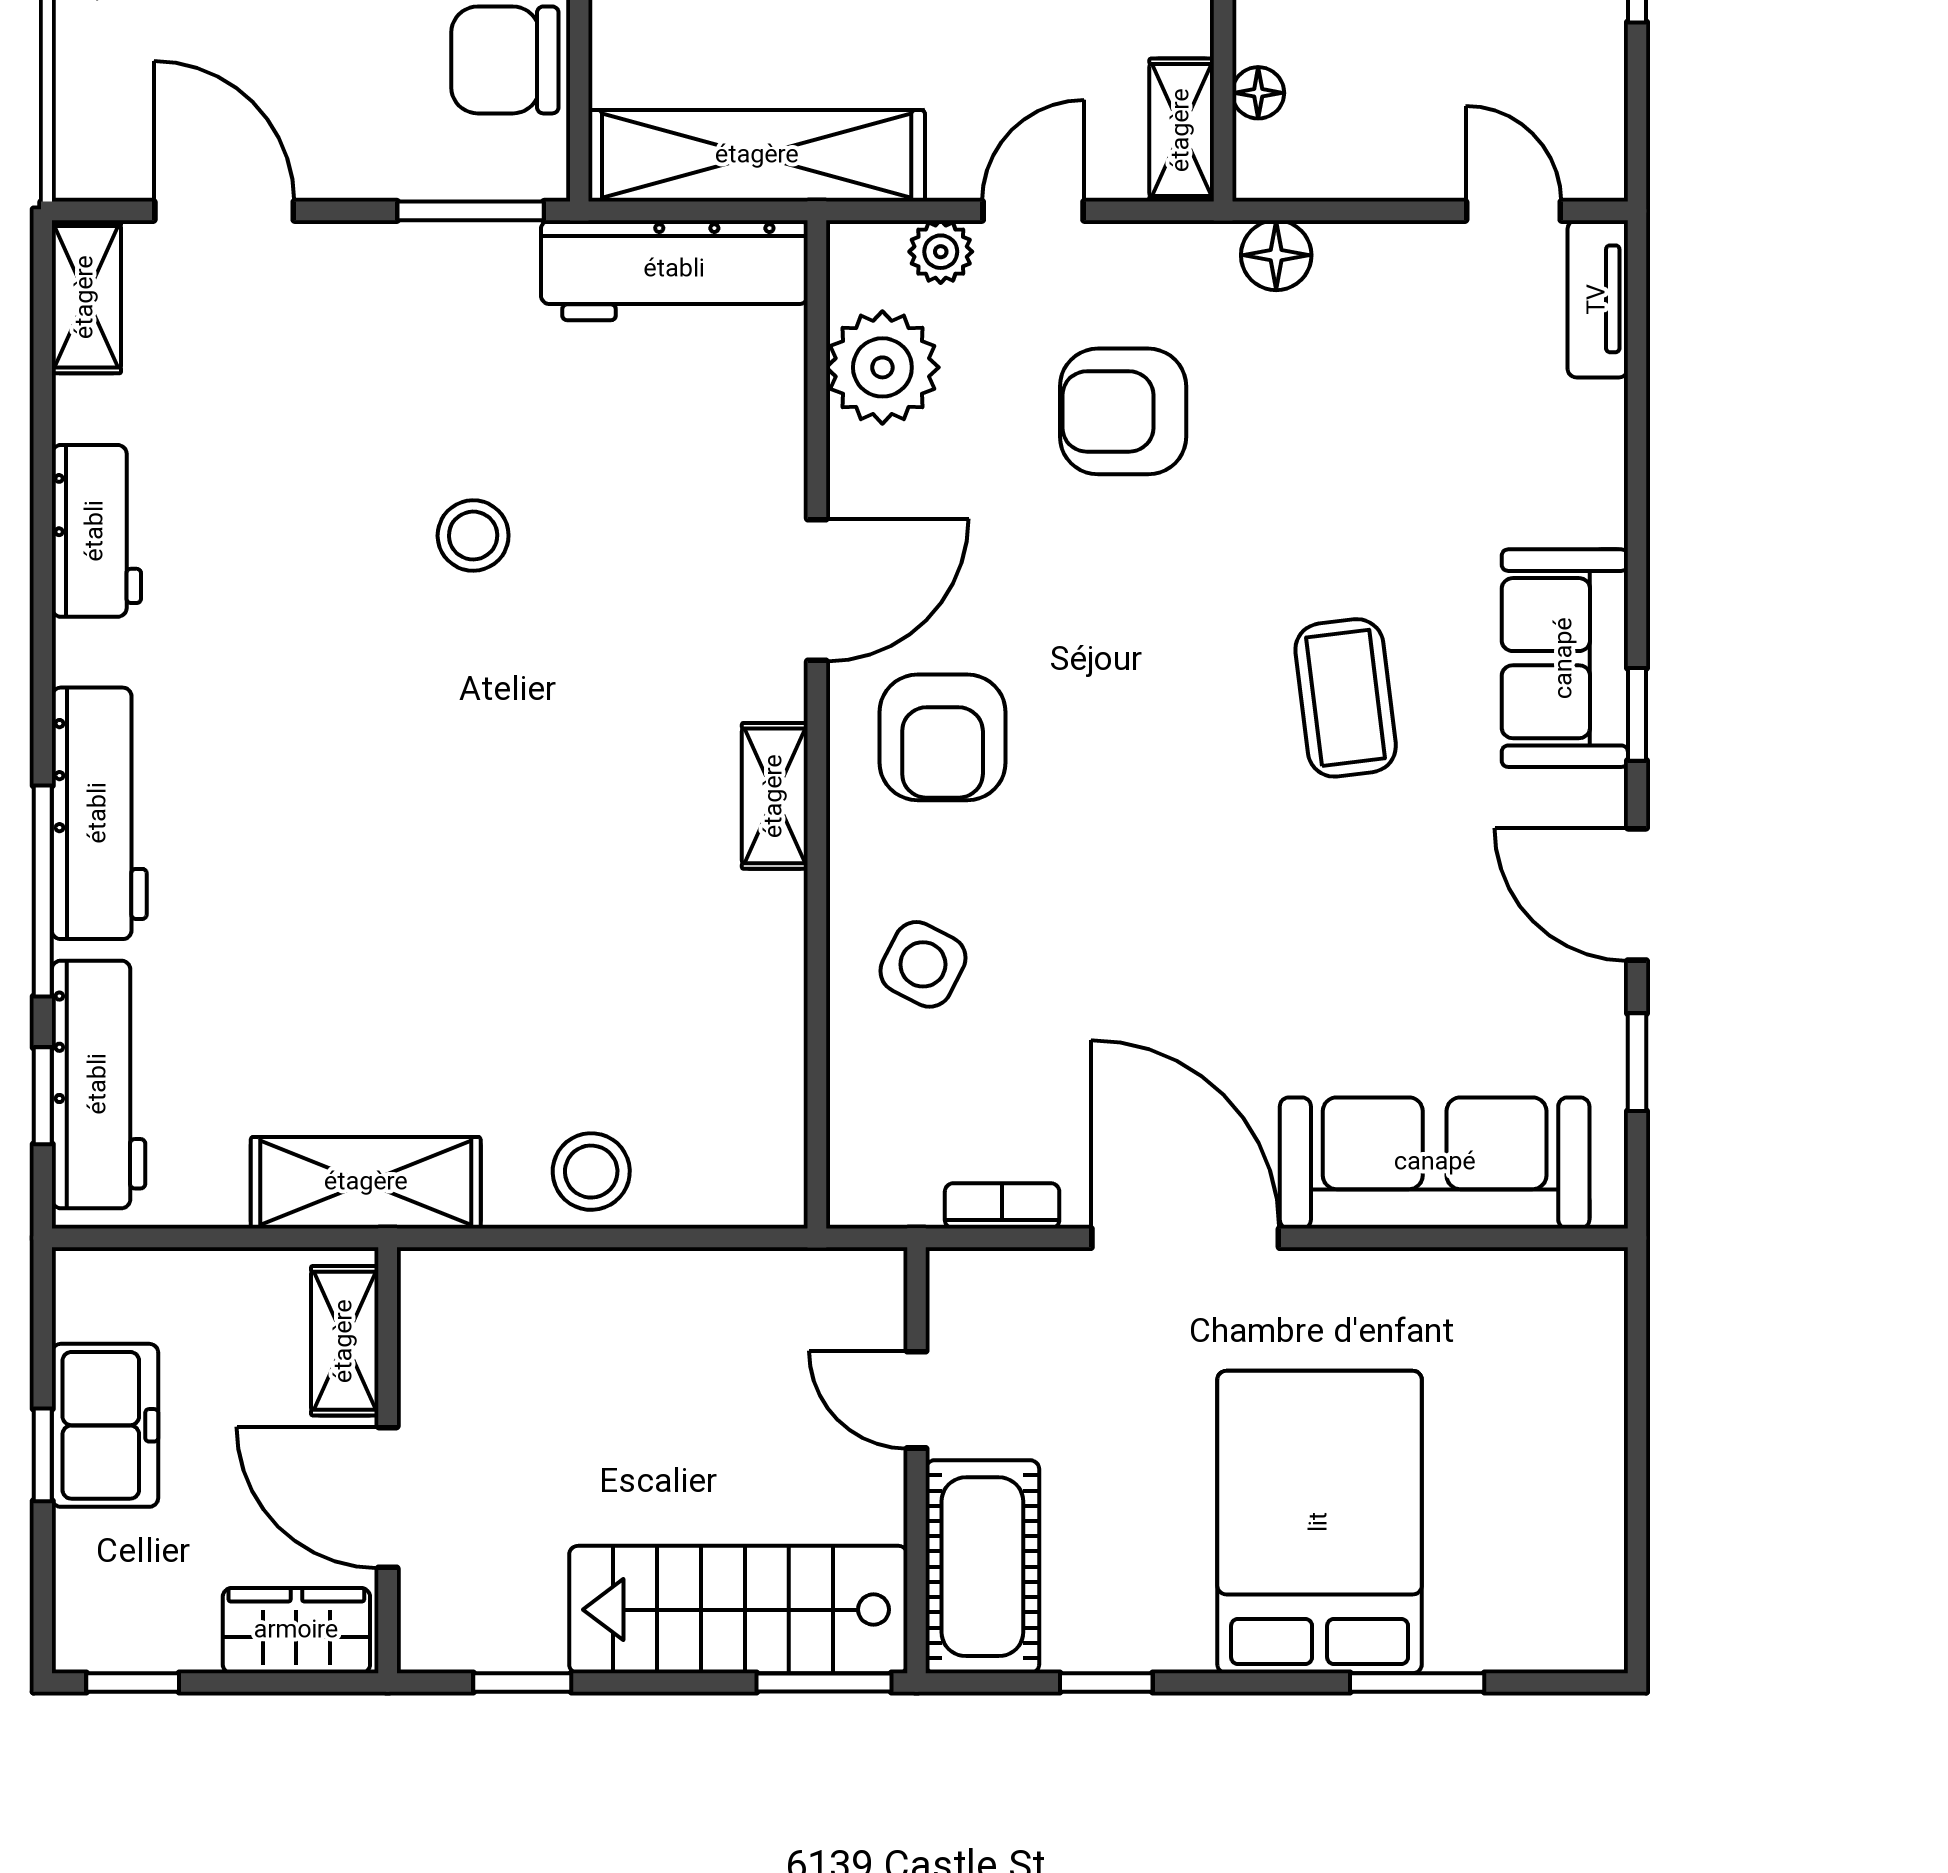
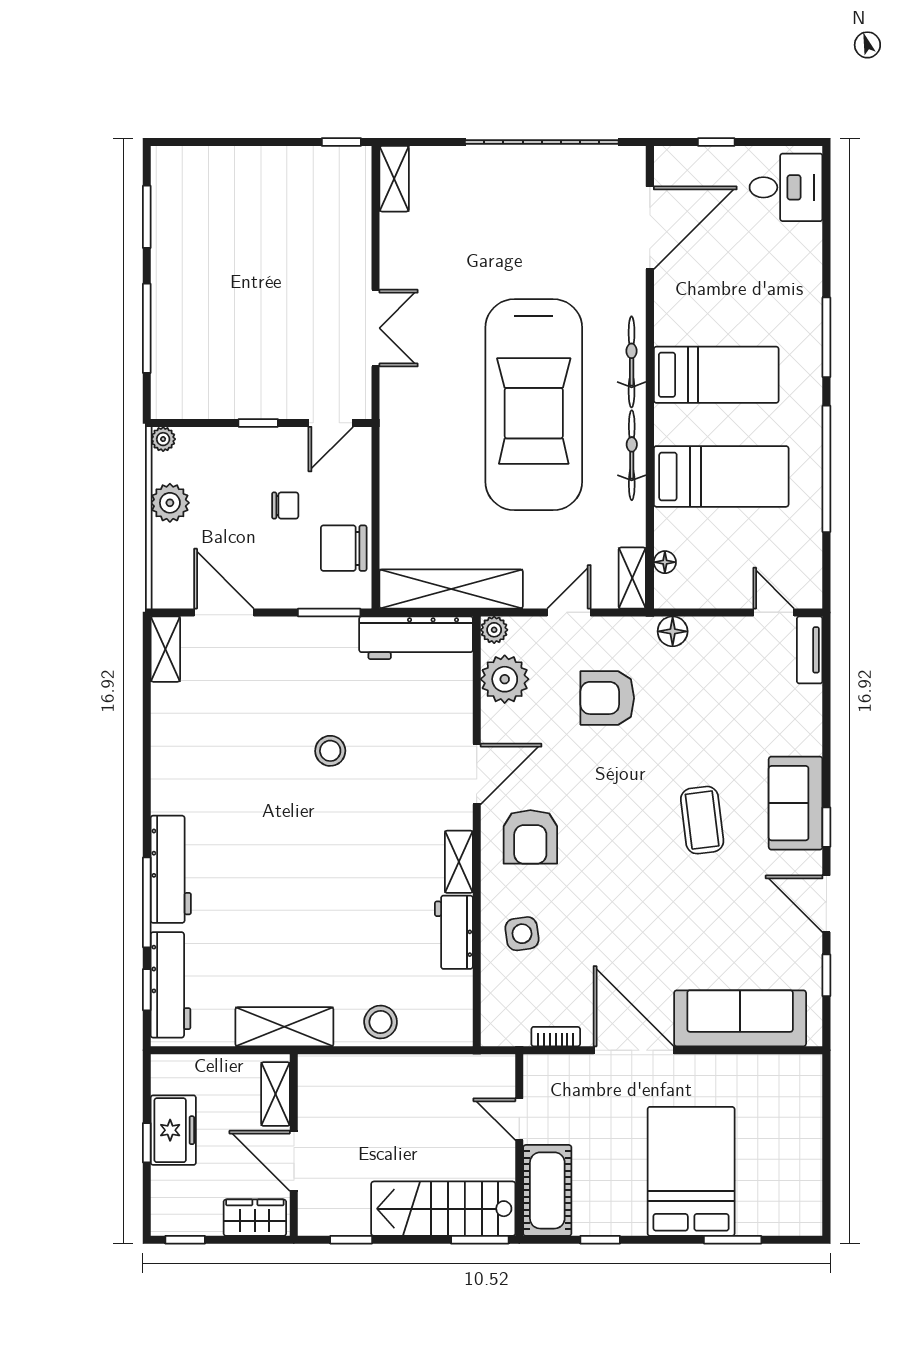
plant: (941, 252) -> (494, 630), moved
workbench: (96, 531) -> (454, 932), moved, turned 180
side table: (923, 964) -> (522, 934), turned -35

